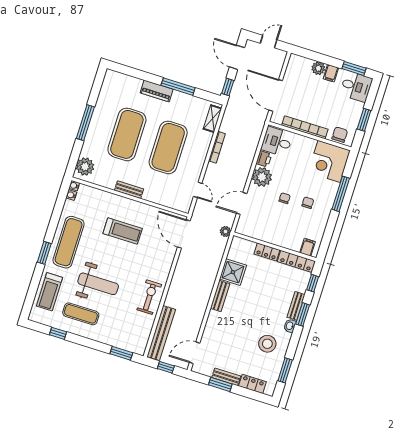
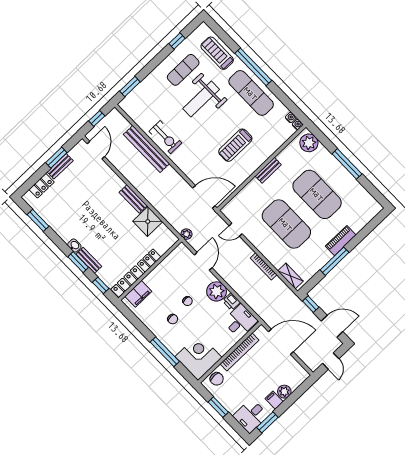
filing cabinet: (308, 247) -> (138, 294), width x2.00
window: (44, 253) -> (253, 67), width x2.11
bench: (161, 333) -> (146, 149), moved
stool: (267, 344) -> (69, 218), removed

